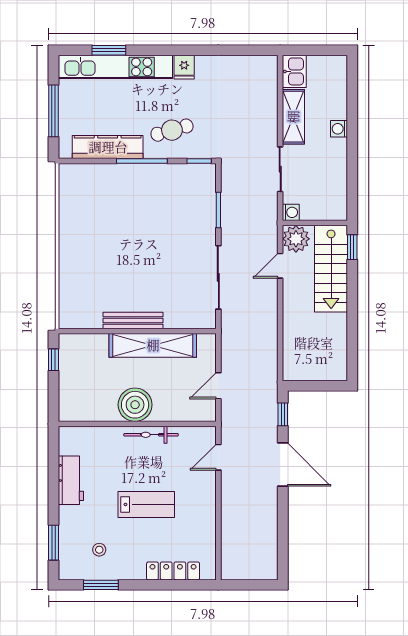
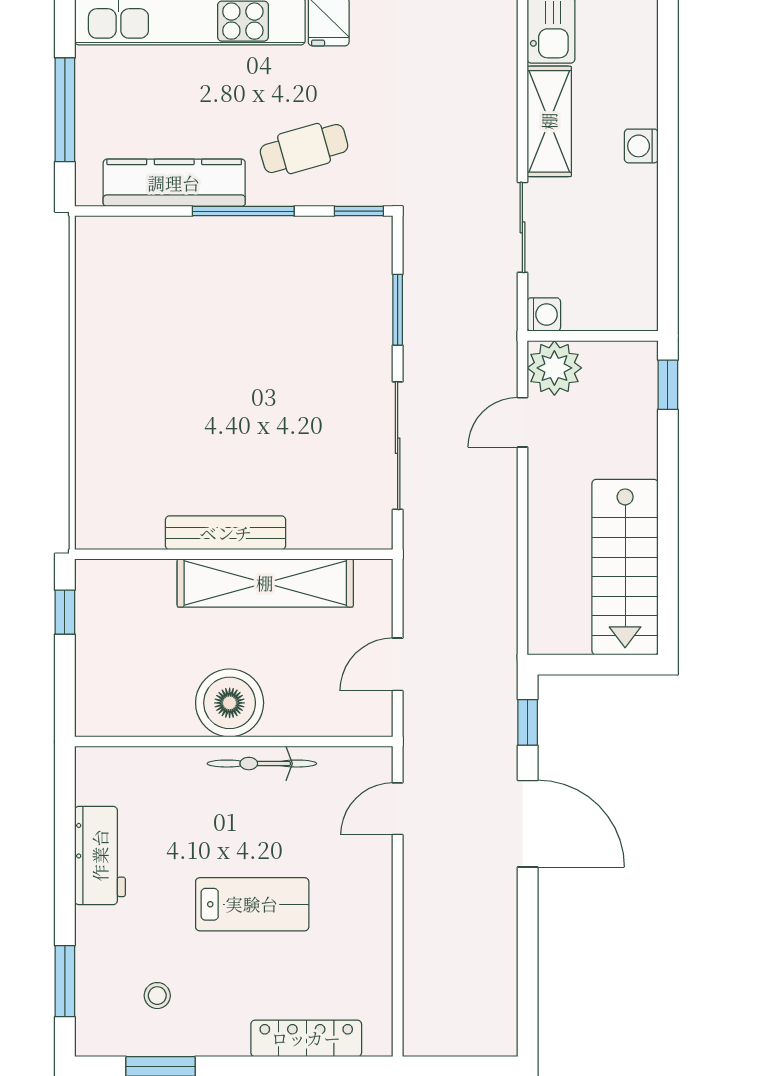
stairs: (331, 269) -> (625, 567), moved

